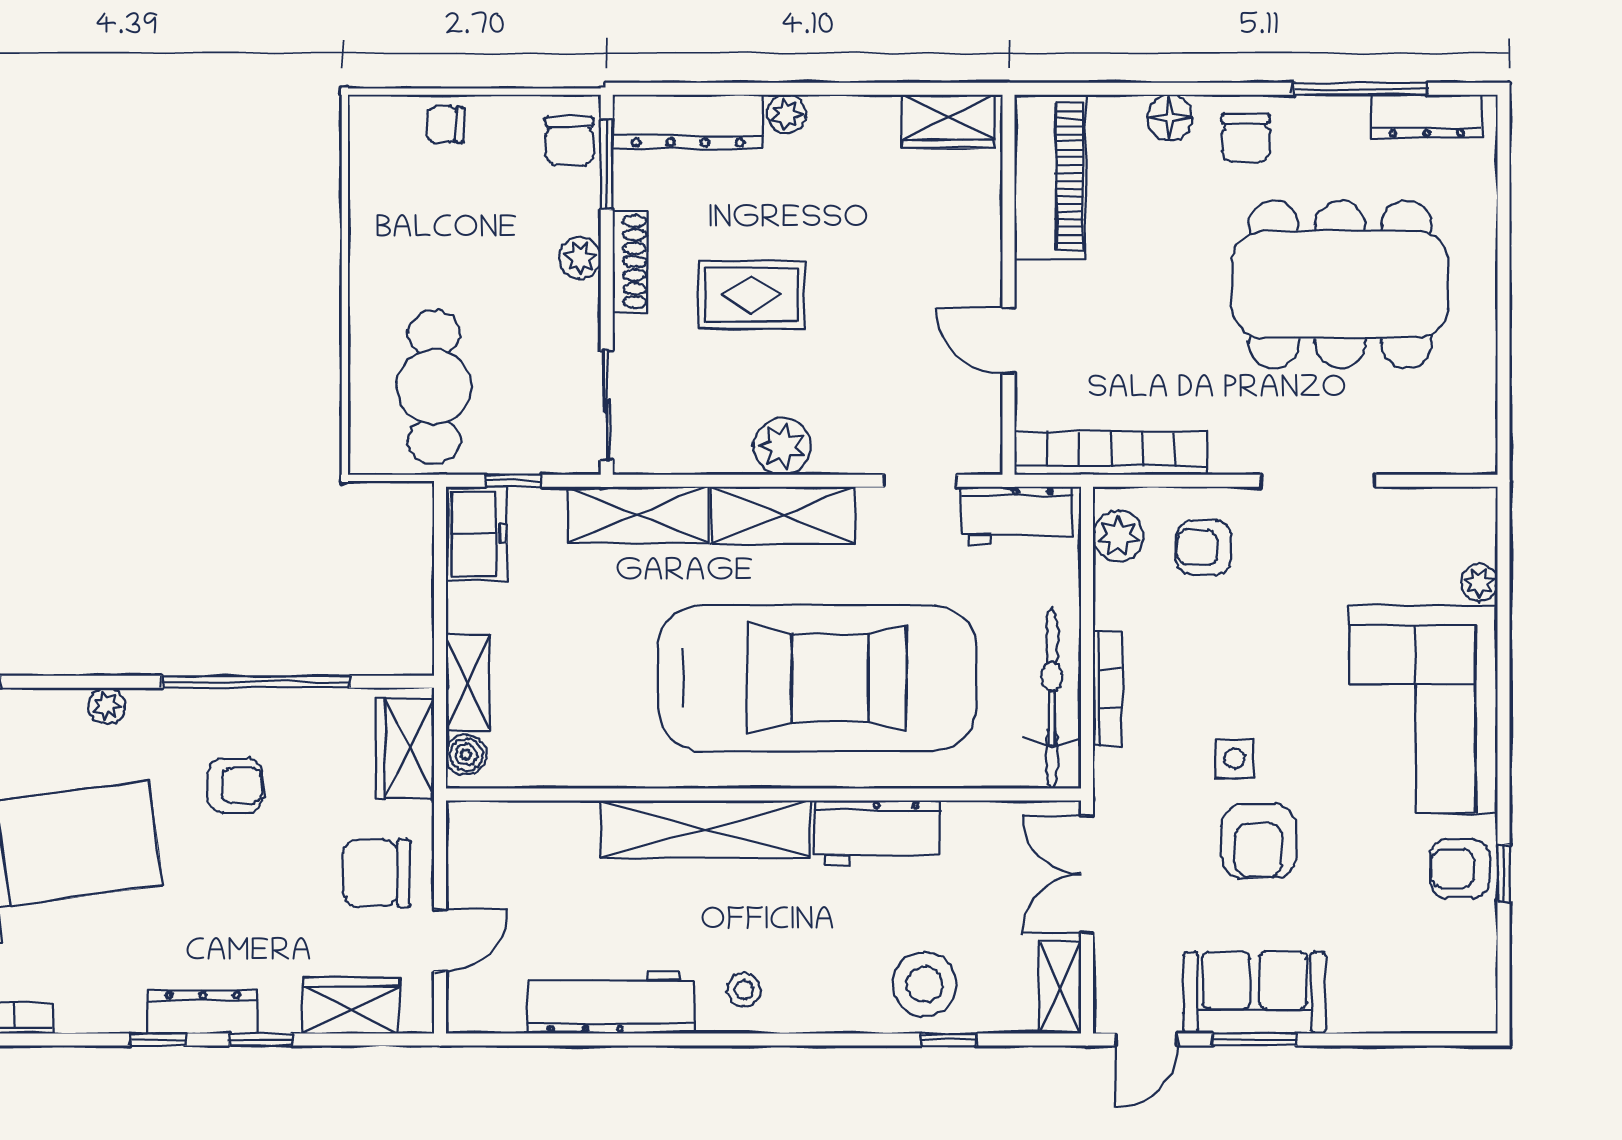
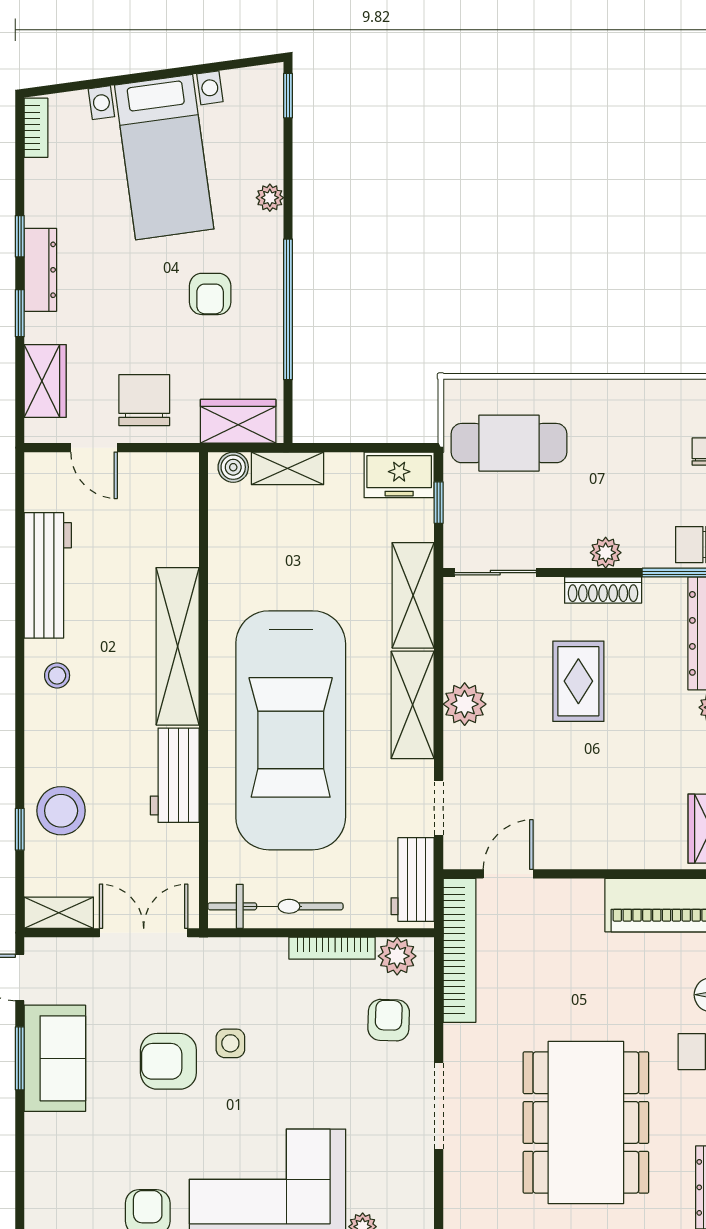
door: (1009, 341) -> (508, 874), moved
bookcase: (1108, 689) -> (332, 948), moved

